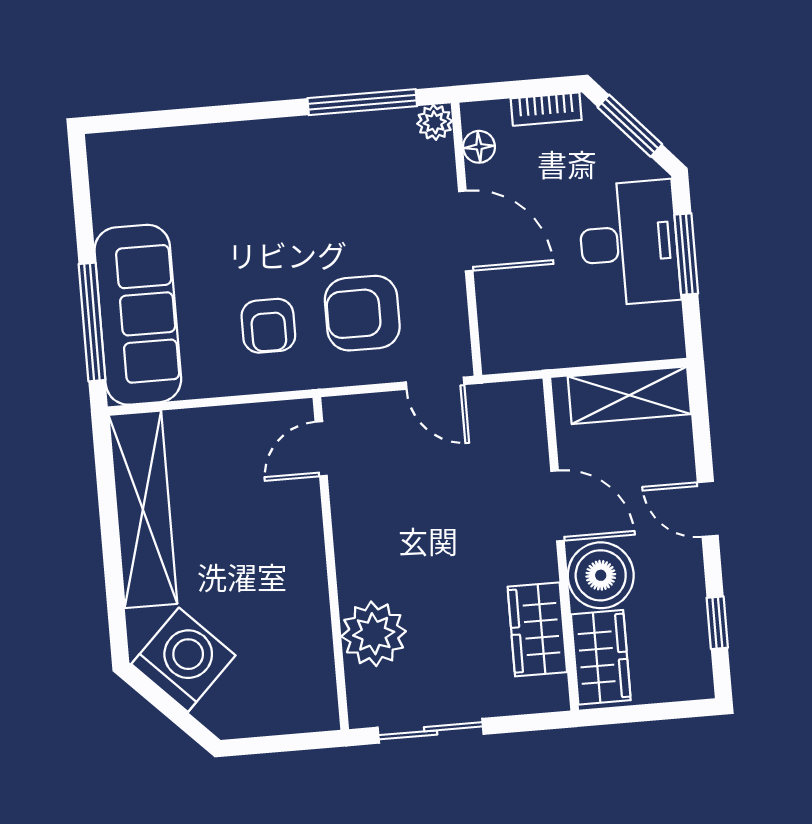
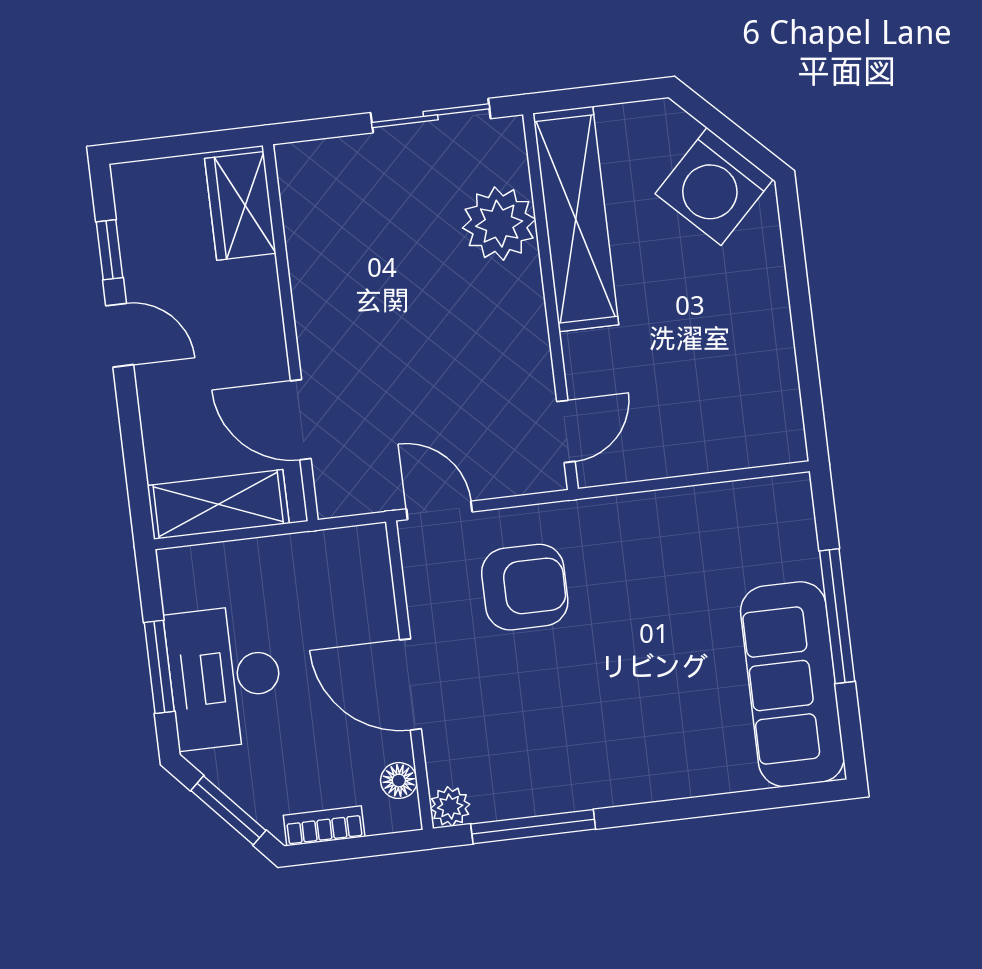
sofa: (138, 315) -> (792, 684), moved
window: (92, 322) -> (837, 616), moved
armchair: (268, 326) -> (631, 569), removed
door: (557, 506) -> (301, 420), moved
shelving: (143, 509) -> (576, 219), moved
door: (708, 509) -> (120, 335), moved
boiler: (601, 575) -> (244, 299), removed
wardrobe: (537, 629) -> (313, 235), removed

